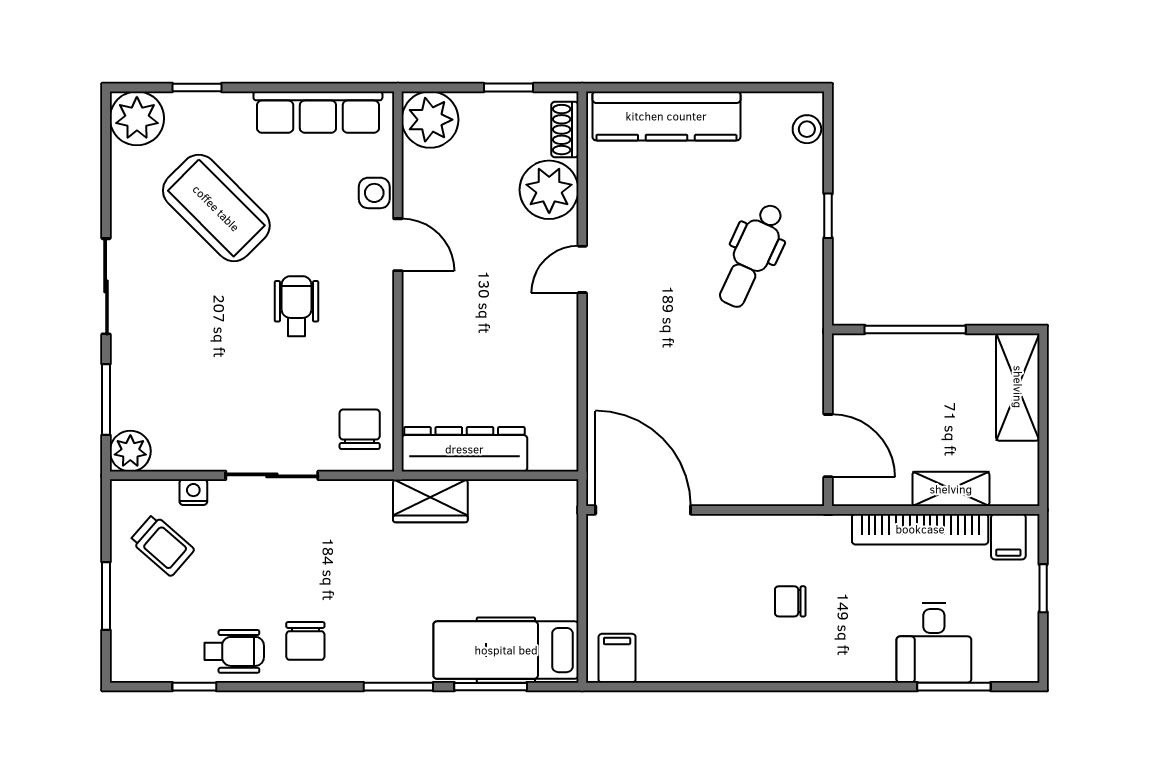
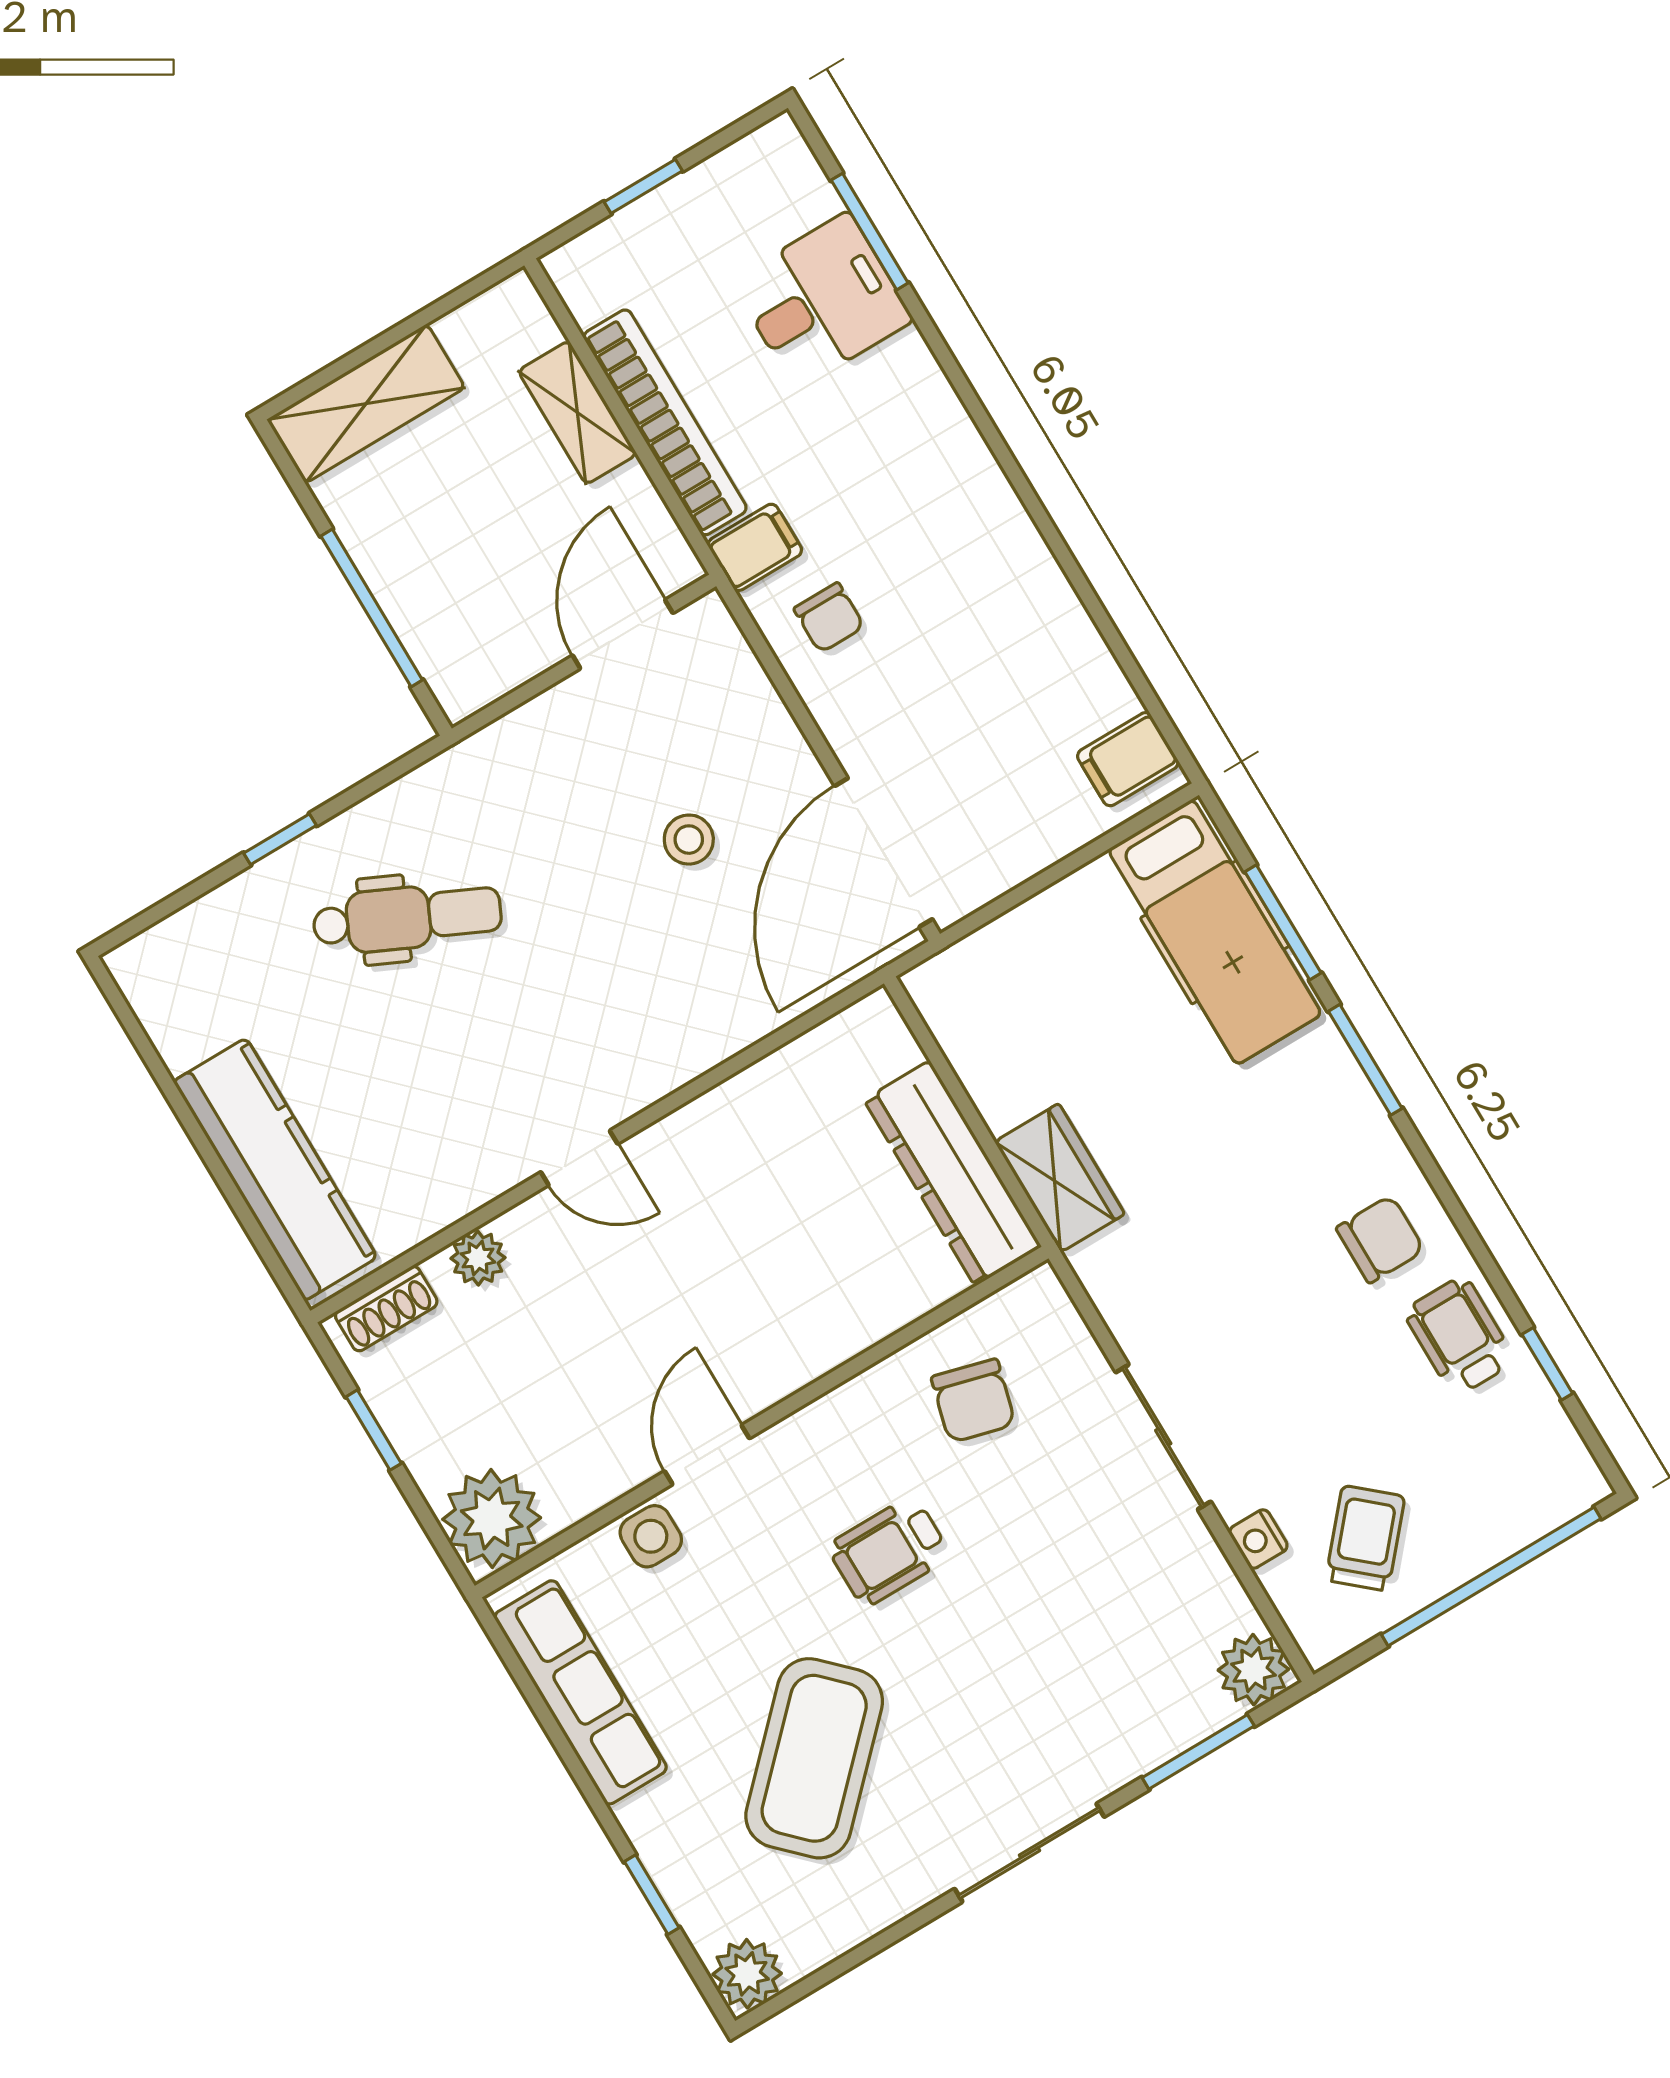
plant: (137, 118) -> (747, 1974), width x0.73, depth x0.73
stool: (807, 129) -> (689, 840), moved
plant: (549, 190) -> (478, 1258), width x0.53, depth x0.53
chair: (360, 429) -> (973, 1401), moved, turned -75
filing cabinet: (1008, 537) -> (755, 547), moved
window: (106, 596) -> (1491, 1576), width x2.11
chair: (790, 601) -> (829, 618), moved

